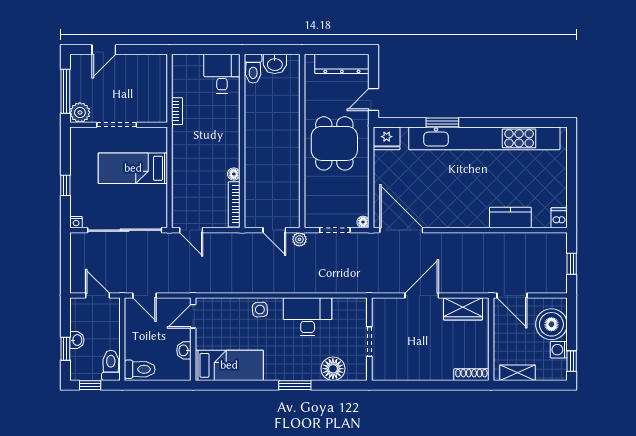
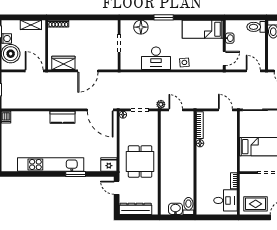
rug: (141, 72) -> (256, 204), added
desk: (222, 74) -> (225, 200), moved, turned -90
door: (374, 99) -> (117, 188), swing flipped
kitchen unit: (484, 138) -> (51, 165), width x0.73
kitchen counter: (510, 218) -> (63, 117), moved

